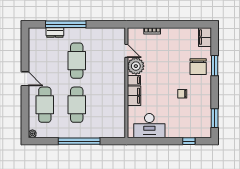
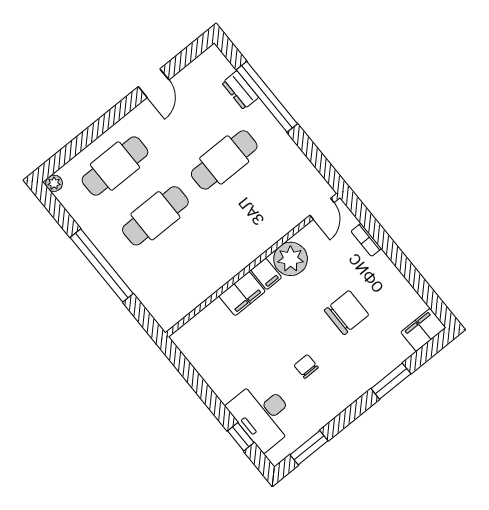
door: (126, 51) -> (322, 209), moved
chair: (198, 67) -> (347, 313), moved, turned 180
door: (25, 79) -> (154, 83), moved
desk: (149, 126) -> (263, 415), moved

